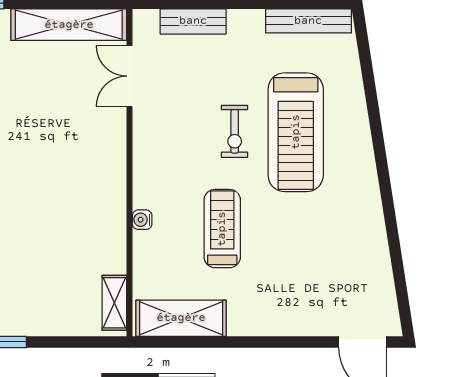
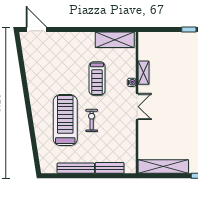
bench: (308, 21) -> (76, 168), moved
double door: (130, 76) -> (137, 107), moved
shelving: (114, 303) -> (144, 73), moved

